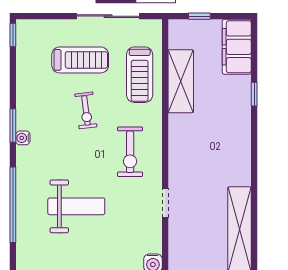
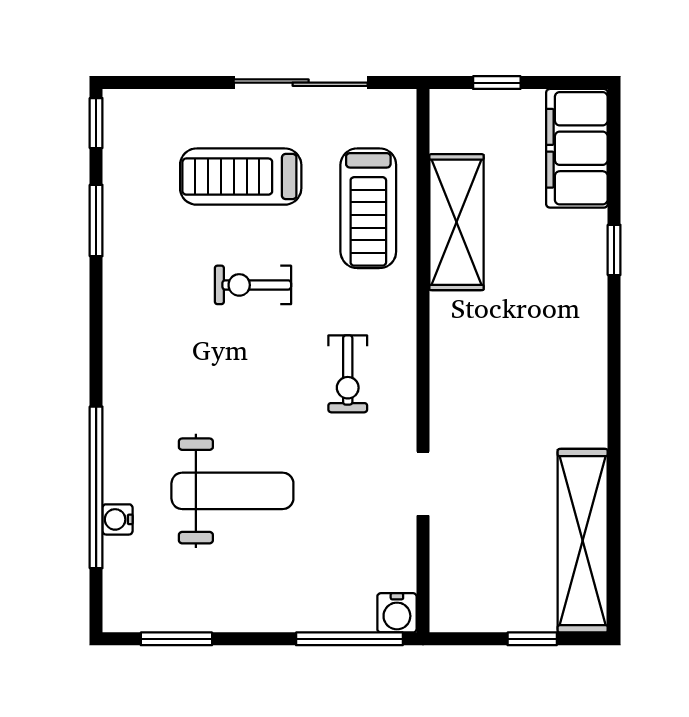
treadmill: (80, 60) -> (241, 177), turned 180
exercise bike: (86, 110) -> (253, 285), turned 97
window: (13, 125) -> (96, 220), moved
water cooler: (23, 138) -> (117, 519), moved
exercise bike: (130, 152) -> (348, 374), width x0.73, depth x0.72

